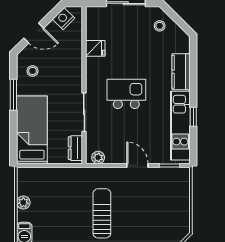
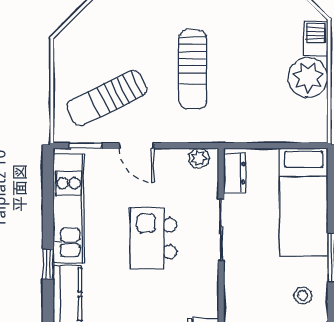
kitchen island: (126, 94) -> (153, 238), moved, turned 90
window: (193, 117) -> (48, 264), moved
sun lounger: (156, 195) -> (107, 98), added
plant: (23, 203) -> (308, 77), width x1.88, depth x1.88

